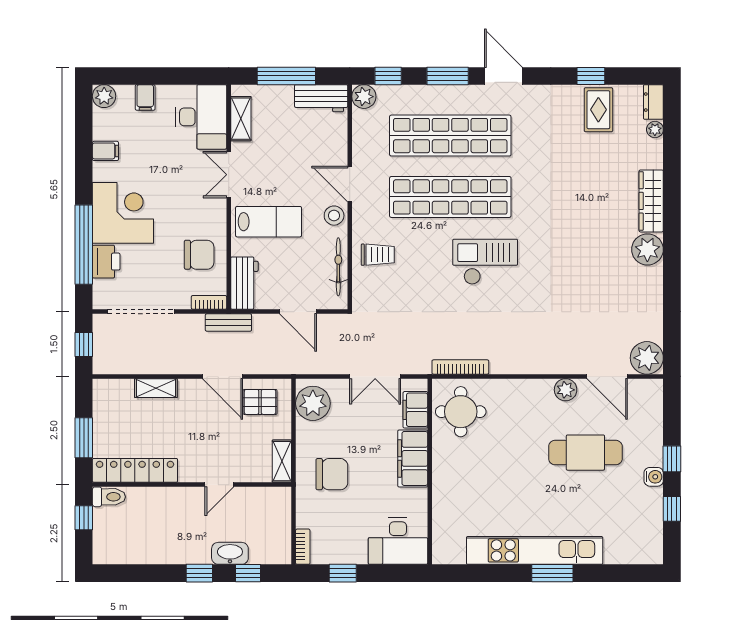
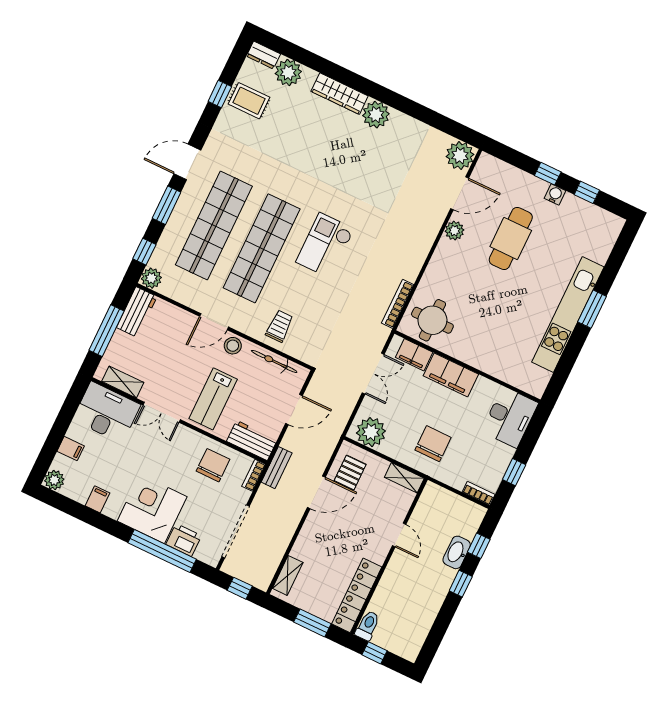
plant: (655, 129) -> (288, 73), width x1.88, depth x1.88
lab bench: (269, 222) -> (213, 399), turned 180
shelving: (156, 388) -> (288, 575), moved

